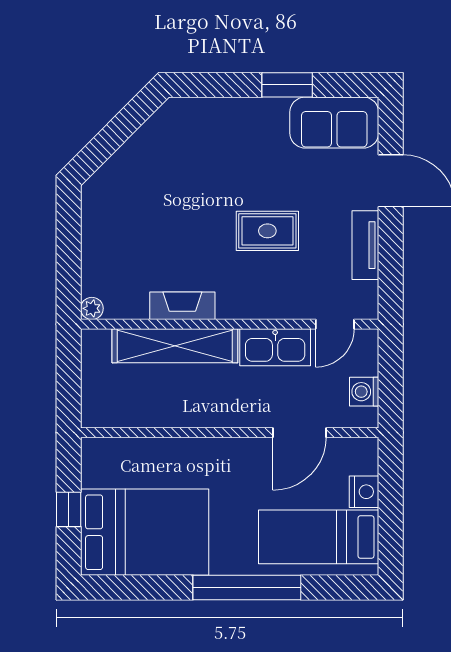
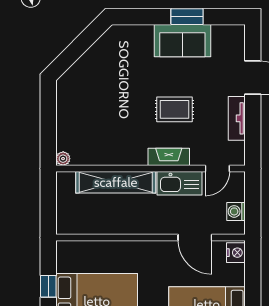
sofa: (334, 123) -> (182, 41), moved
fireplace: (182, 306) -> (169, 157), moved
door: (299, 433) -> (195, 237), hinge flipped
nightstand: (364, 492) -> (236, 253), moved

